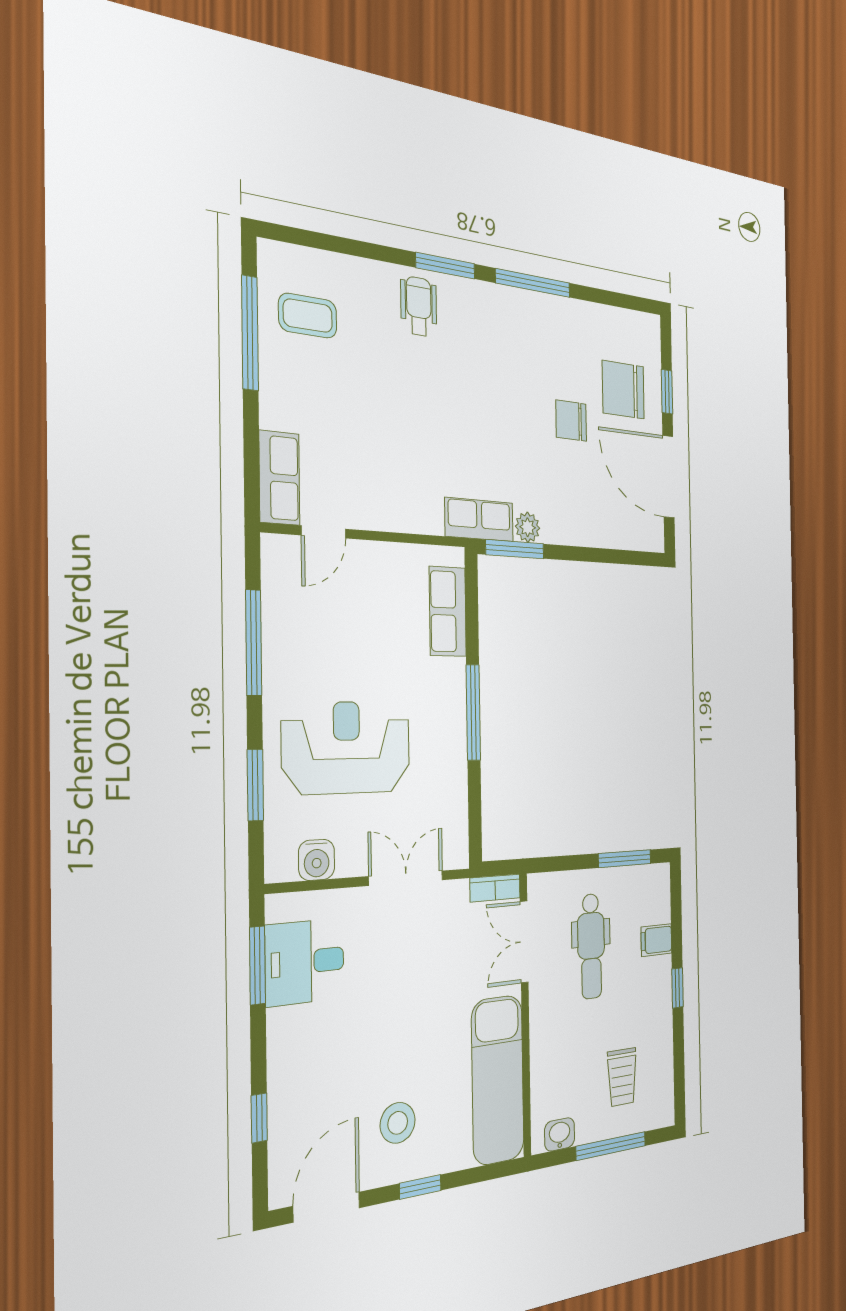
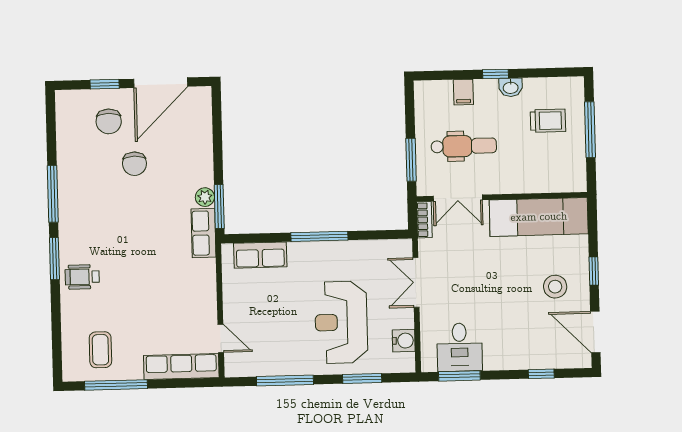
chair: (623, 390) -> (109, 121), width x0.73, depth x0.73
row of seats: (279, 478) -> (181, 366), width x1.48
window: (625, 859) -> (411, 160), moved
washbasin: (560, 1134) -> (511, 87), moved, turned -90

